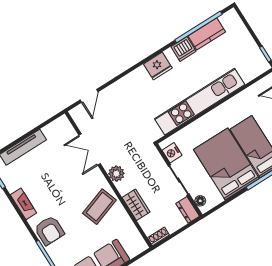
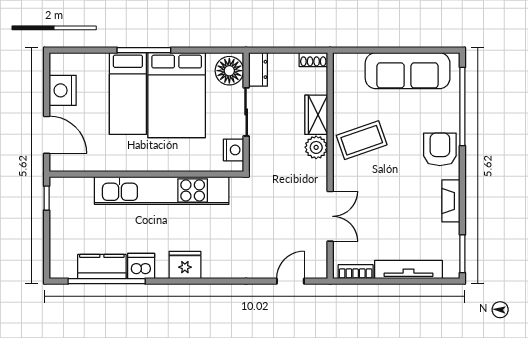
bookcase: (54, 126) -> (356, 272), added
plant: (116, 174) -> (316, 147), moved
floor lamp: (200, 201) -> (229, 71), width x1.89, depth x1.89

